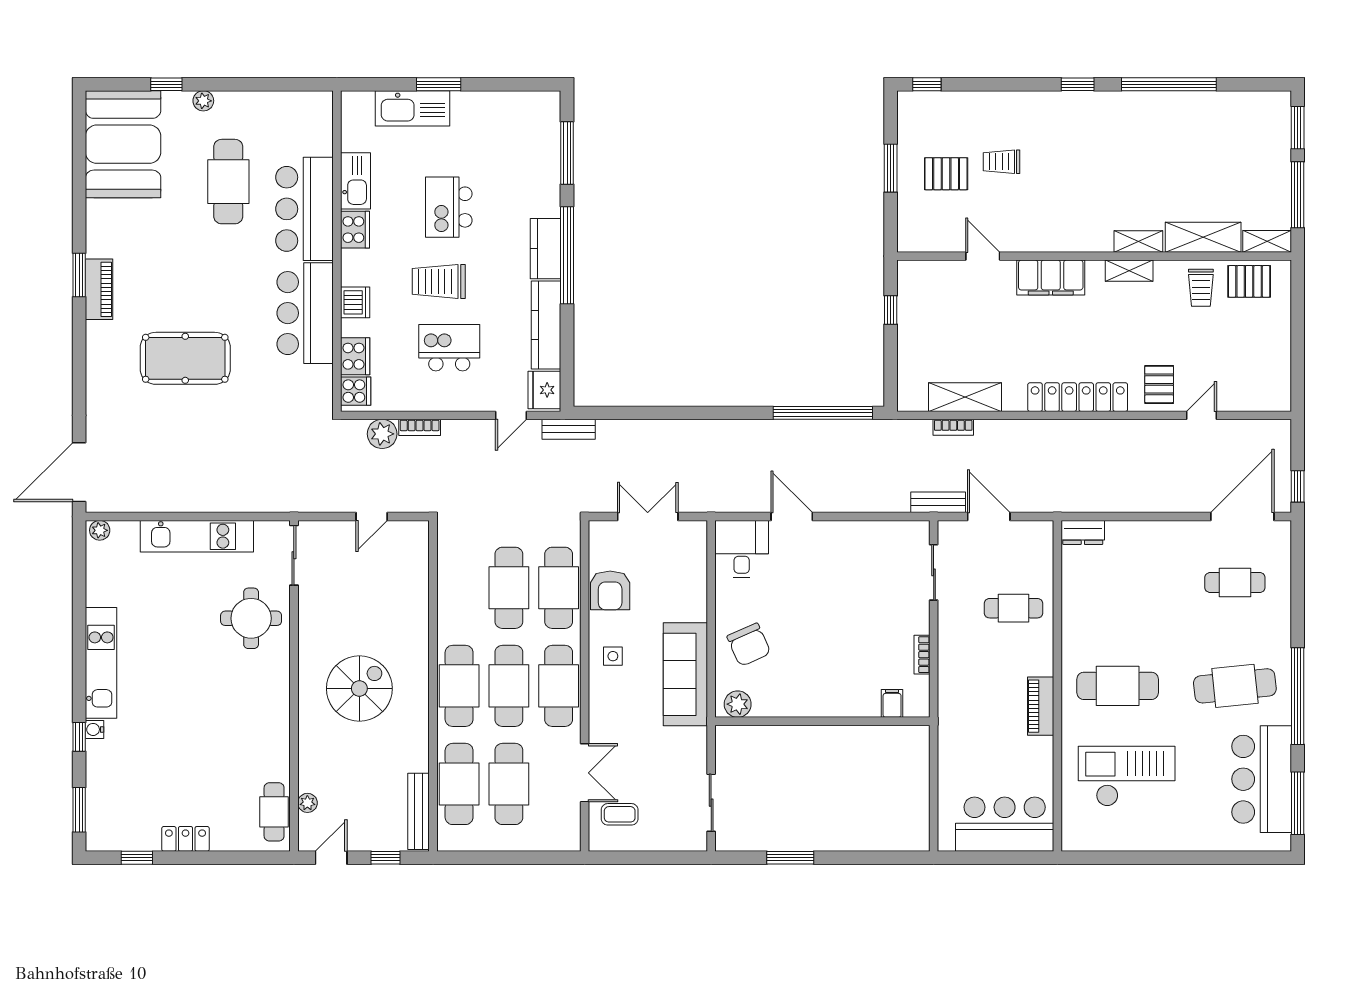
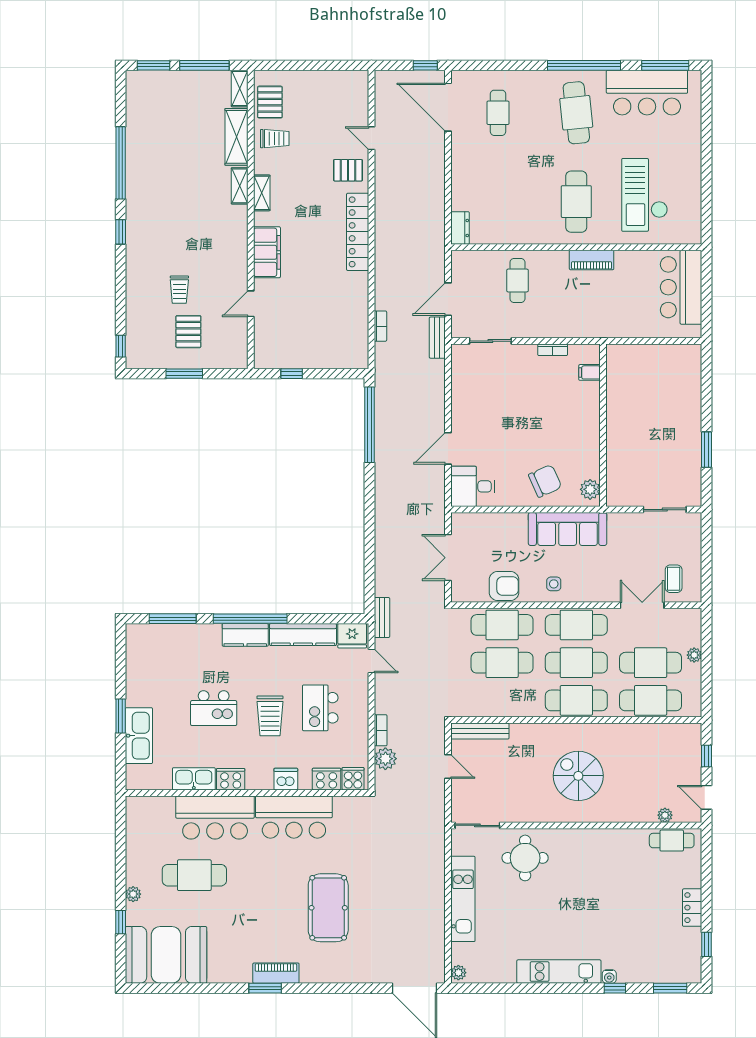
shelving: (965, 397) -> (358, 317), removed
bench: (419, 811) -> (480, 731), moved
plant: (519, 842) -> (694, 655), added

